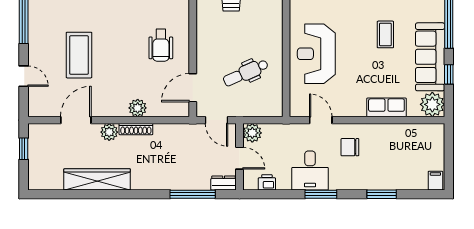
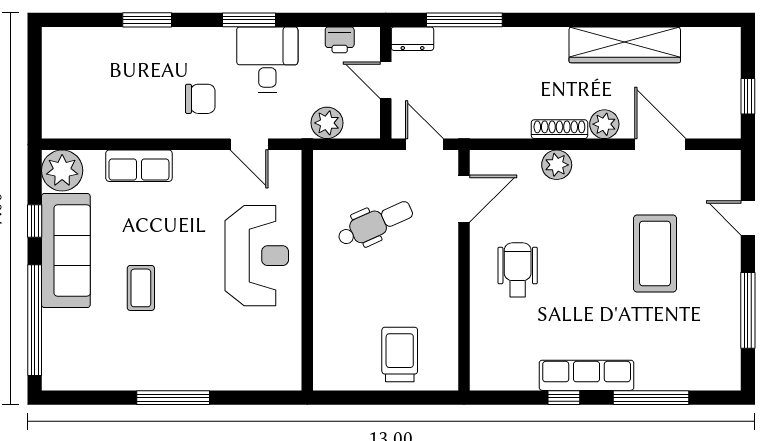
door: (76, 120) -> (660, 144), swing flipped
plant: (252, 133) -> (327, 123), moved
filing cabinet: (435, 181) -> (57, 43), removed

